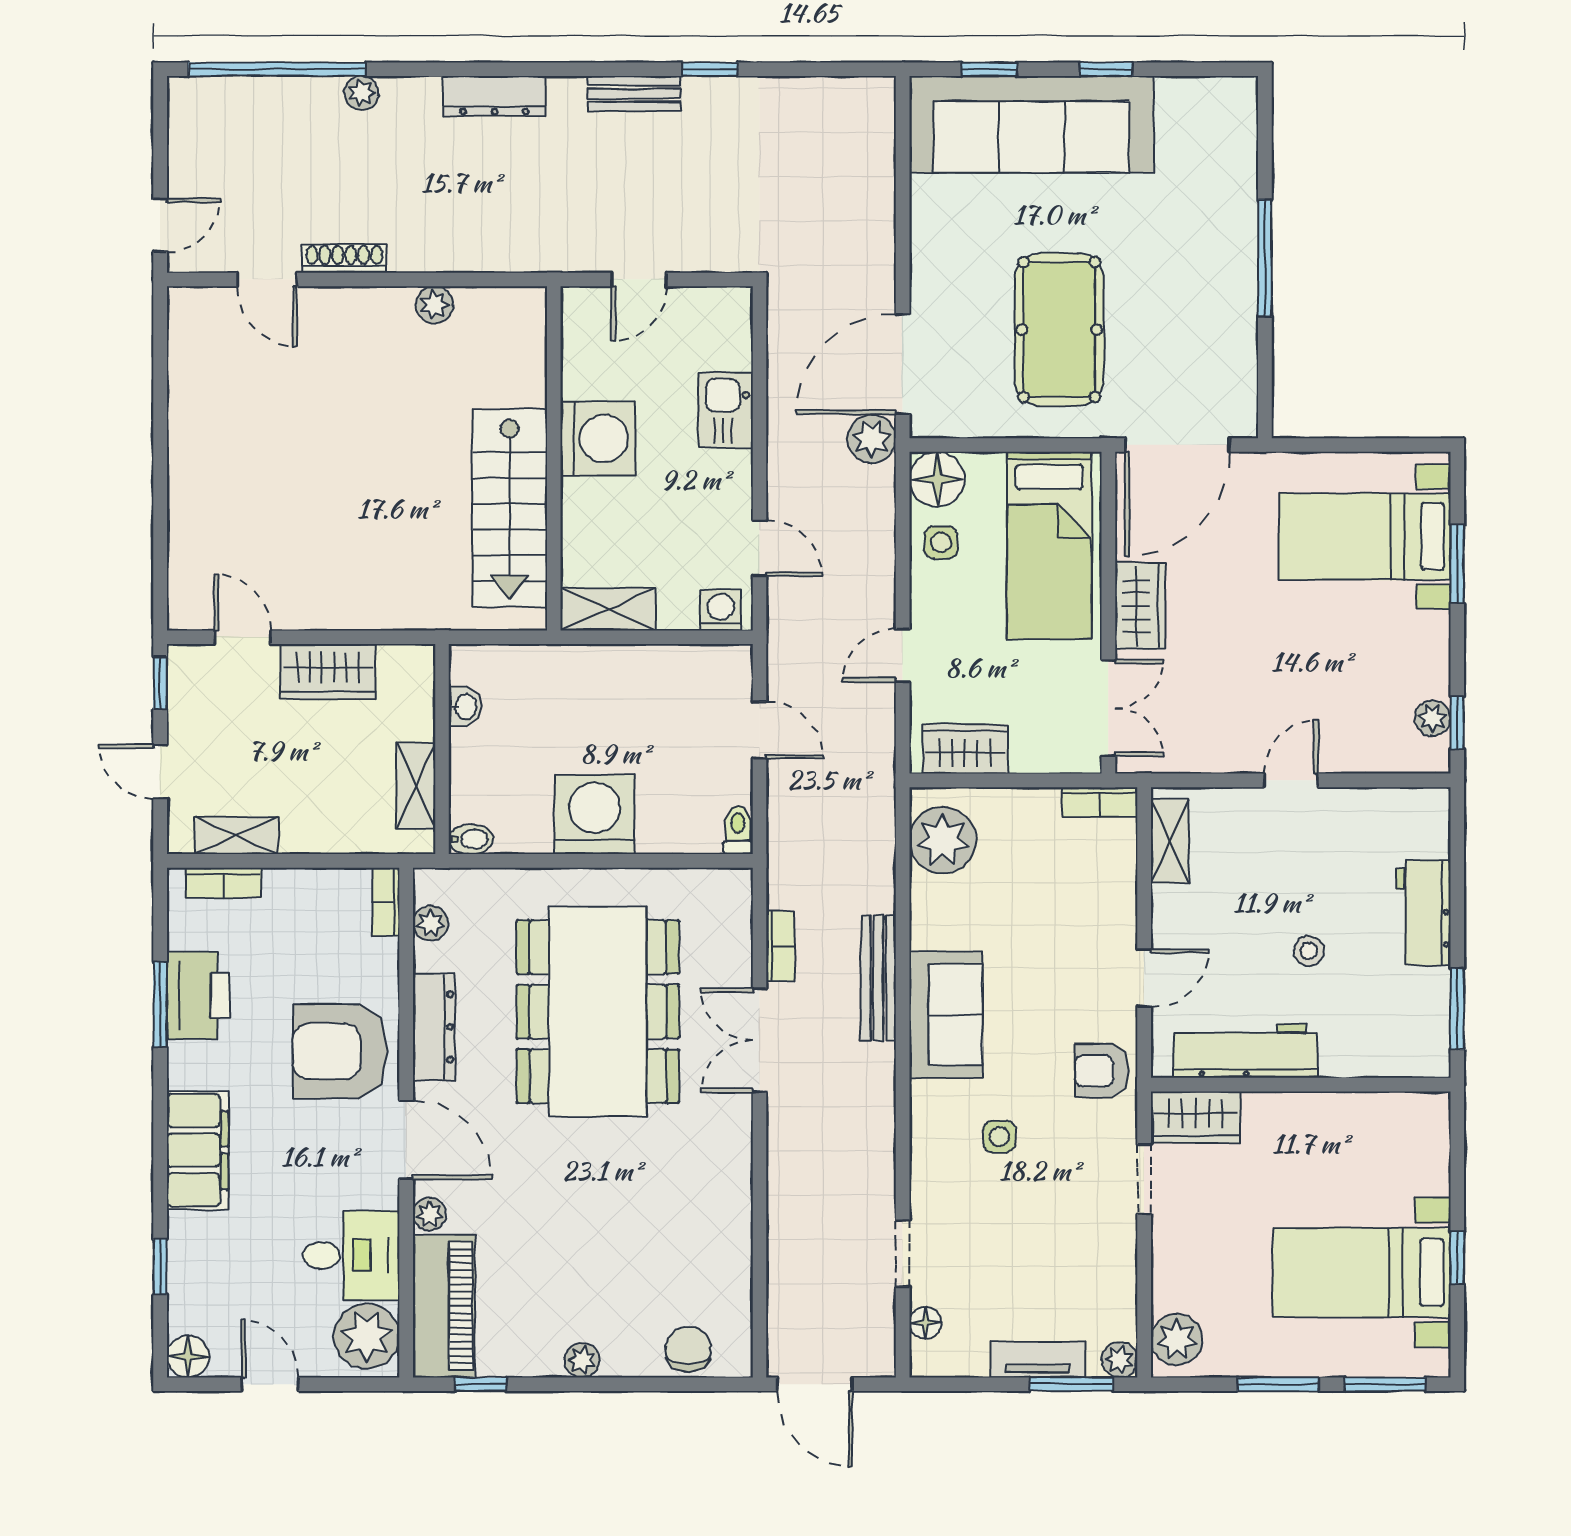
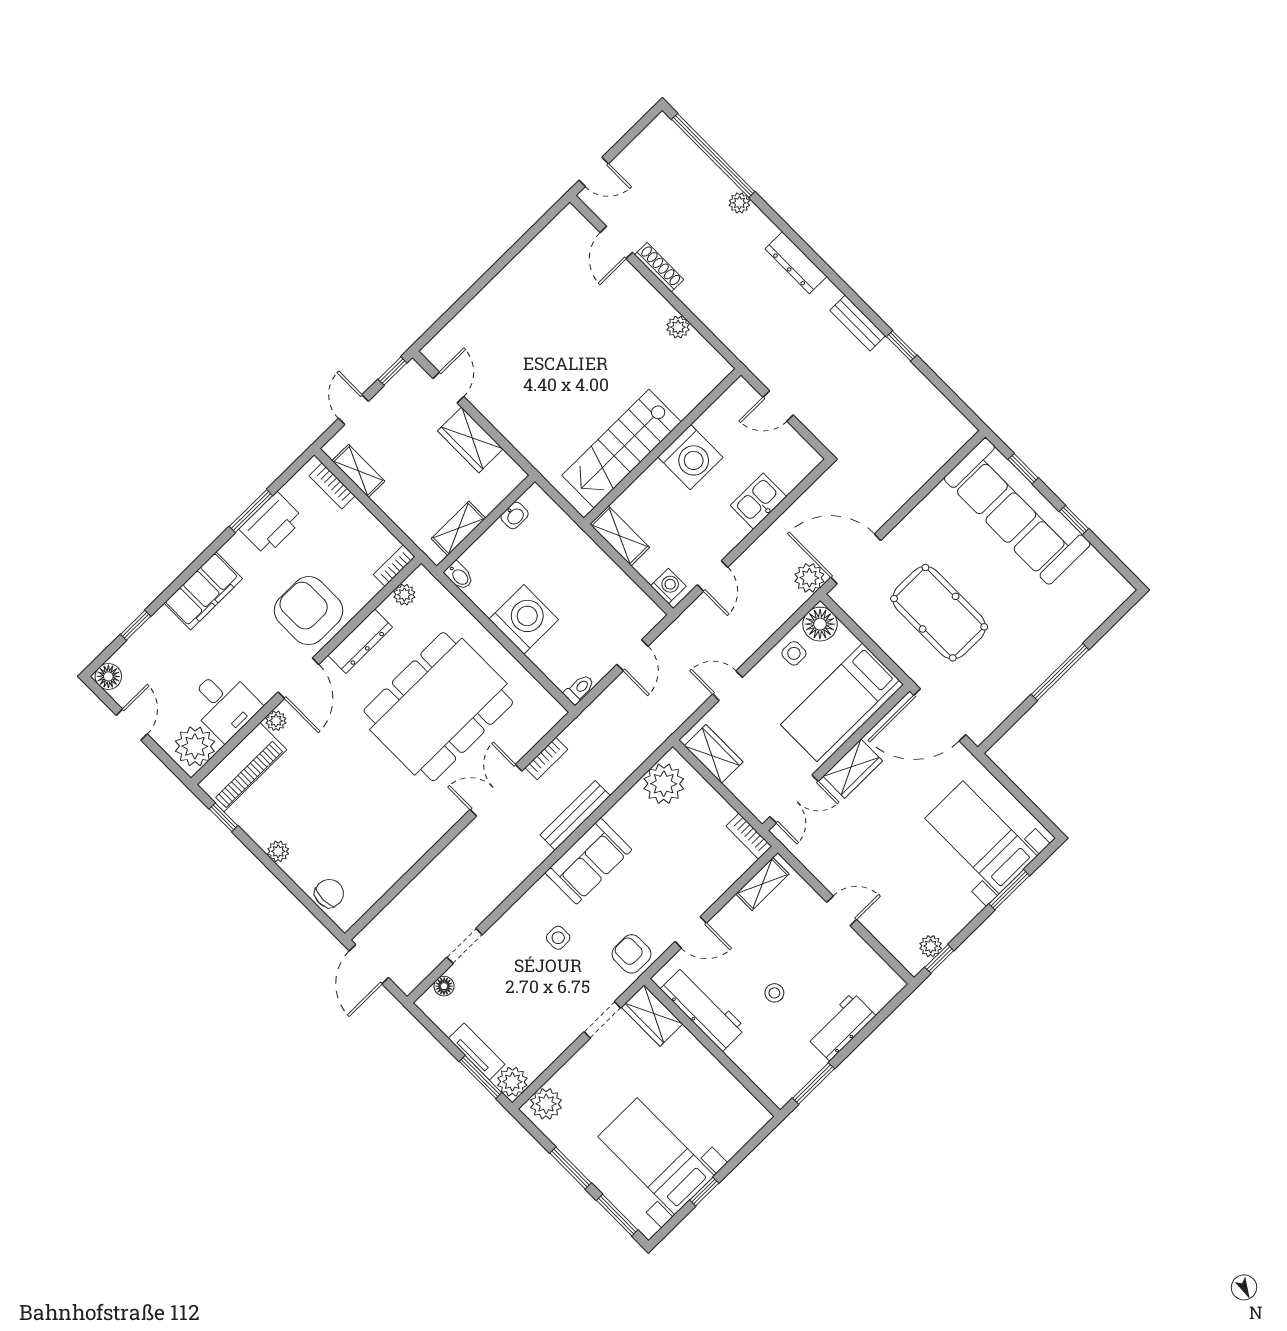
pool table: (1059, 330) -> (939, 613), turned 90
plant: (1120, 1360) -> (512, 1082), width x1.38, depth x1.38

